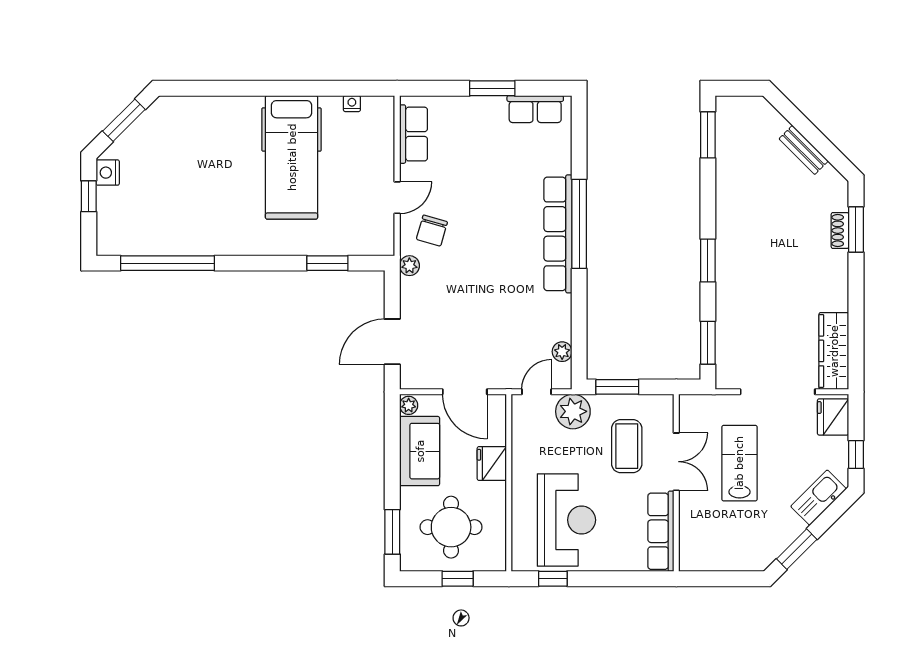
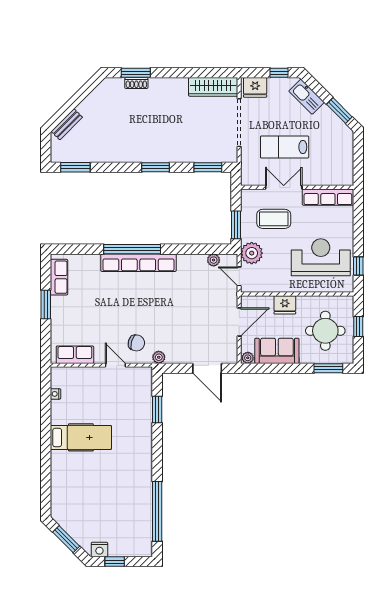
bench: (804, 150) -> (67, 124), moved
hospital bed: (292, 157) -> (81, 437), width x0.73, depth x0.78

